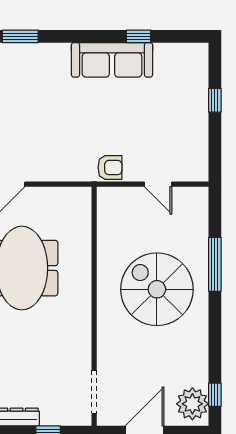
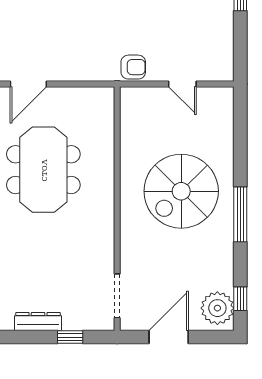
window: (215, 264) -> (240, 214), moved
spiral stairs: (157, 289) -> (181, 191), turned -90

